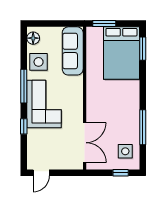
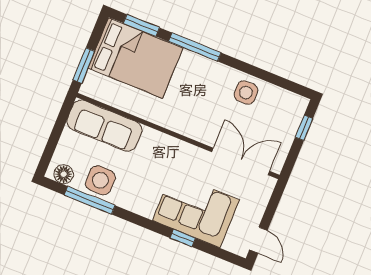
window: (24, 86) -> (90, 200), moved
corner sofa: (44, 104) -> (196, 210), moved
window: (143, 127) -> (195, 47), moved
side table: (125, 151) -> (246, 92), moved

